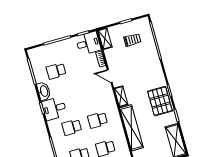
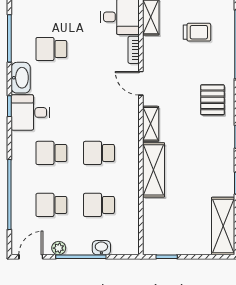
pallet: (160, 101) -> (212, 100), moved, width x0.67, depth x0.71
shelving: (132, 128) -> (154, 170), width x0.68

